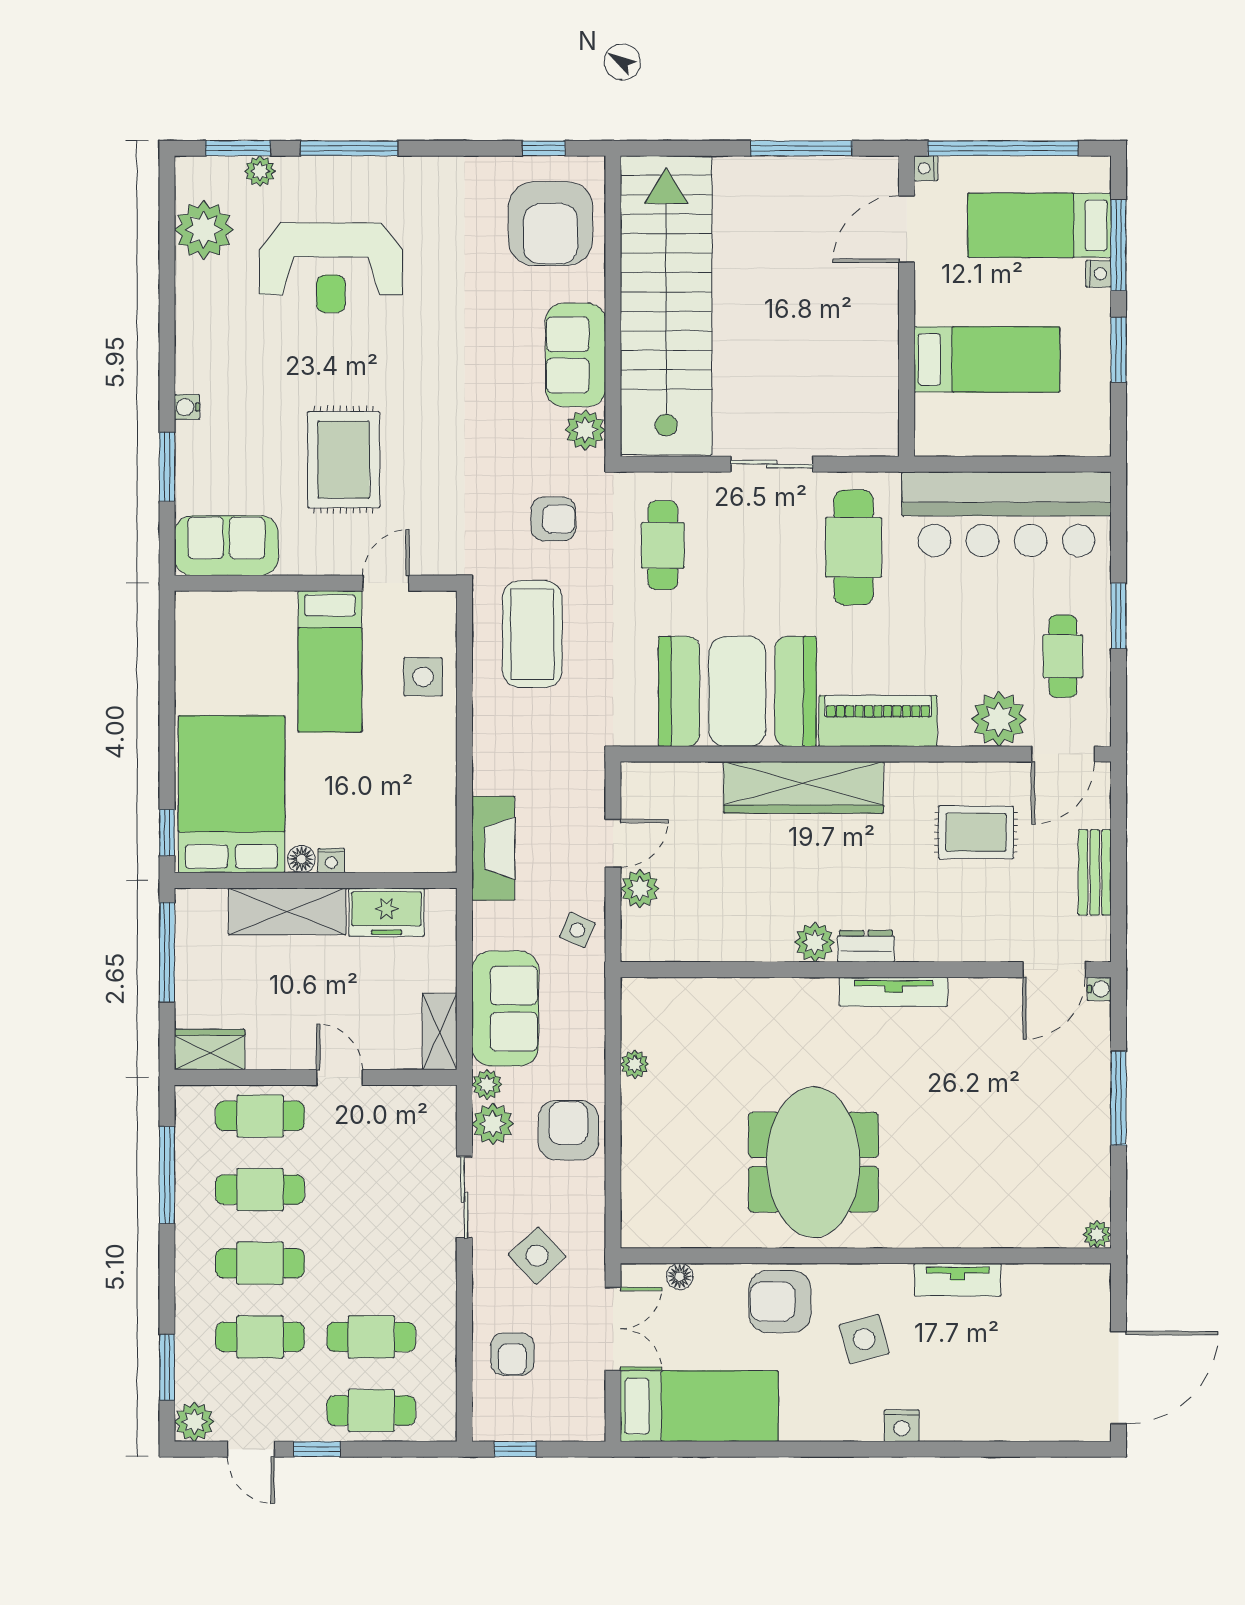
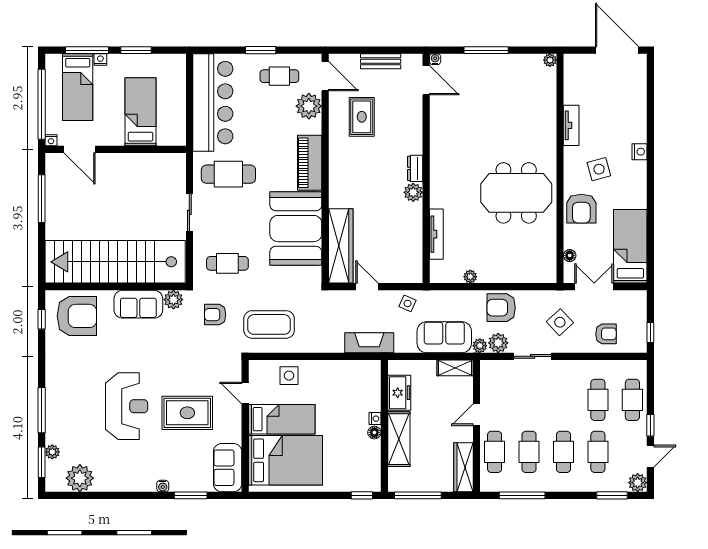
reception desk: (331, 268) -> (127, 406), moved
armchair: (553, 519) -> (215, 315), turned -90
wardrobe: (803, 787) -> (341, 246), moved
bed: (232, 794) -> (285, 460), moved, turned 180
plant: (640, 889) -> (388, 274), removed
tv unit: (893, 992) -> (436, 234), moved
wardrobe: (210, 1050) -> (463, 467), width x1.50

